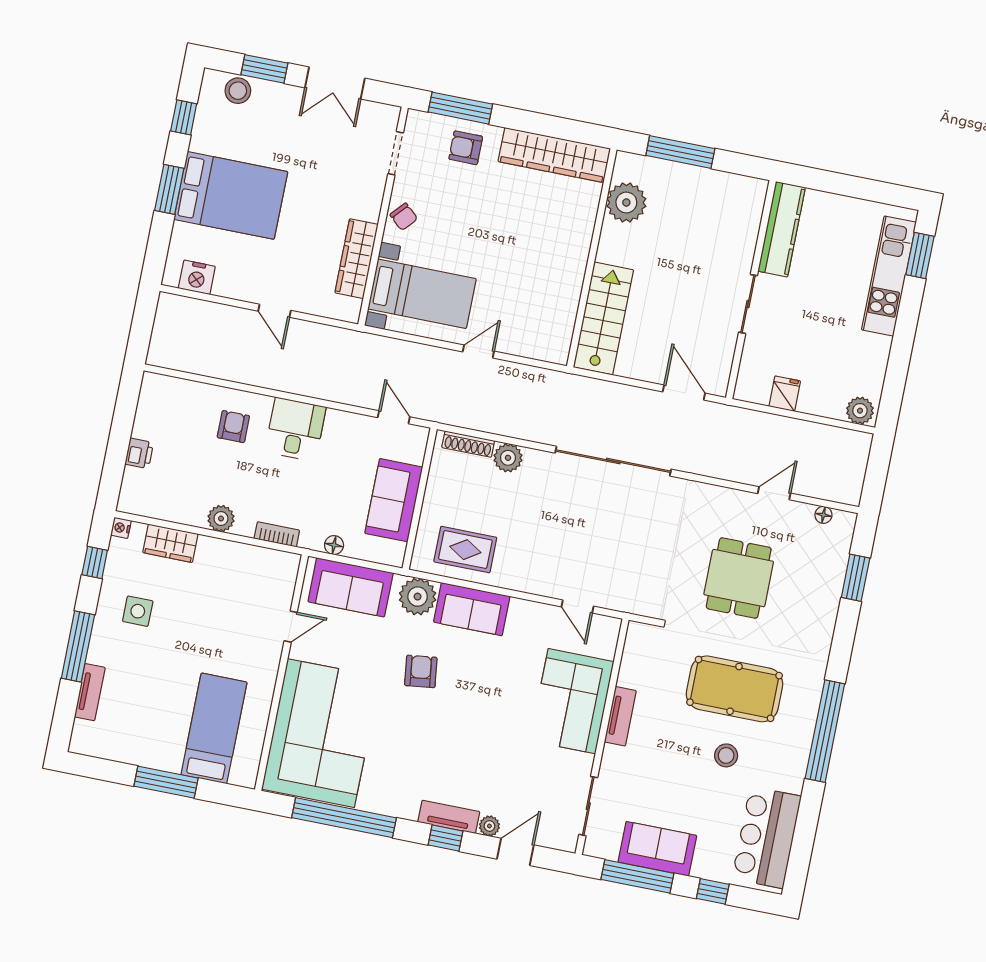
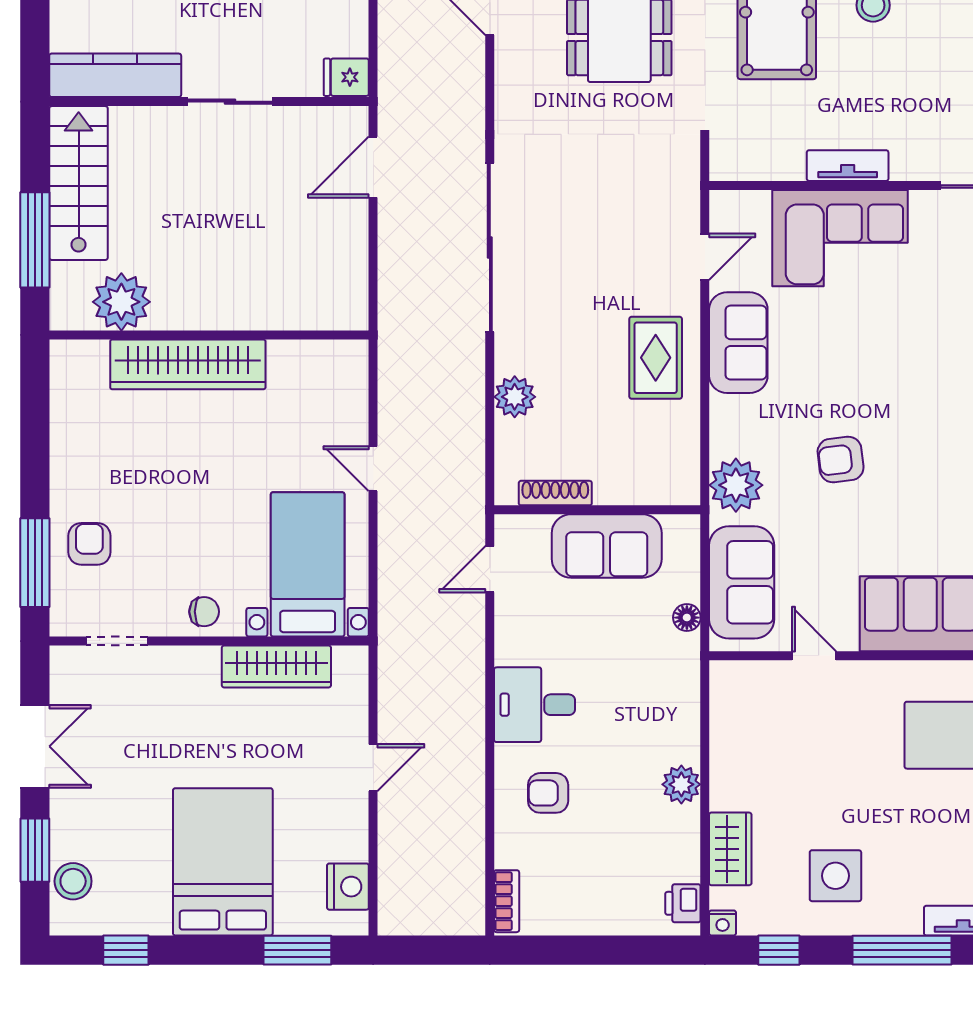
armchair: (466, 148) -> (89, 544), turned 180
wardrobe: (554, 155) -> (188, 364), moved, turned 90
window: (169, 189) -> (297, 950), moved
chair: (404, 217) -> (204, 612), turned 48
stairs: (603, 318) -> (79, 183), moved, turned 90
fridge: (785, 394) -> (346, 77), moved
shoe rack: (468, 444) -> (555, 493), moved, turned -90
printer: (139, 453) -> (683, 903), moved, turned -90
bookcase: (277, 534) -> (507, 901), moved, turned 180
rug: (465, 550) -> (656, 358), moved
sofa: (472, 609) -> (738, 343), moved
side table: (138, 611) -> (835, 876), width x1.37, depth x1.37

